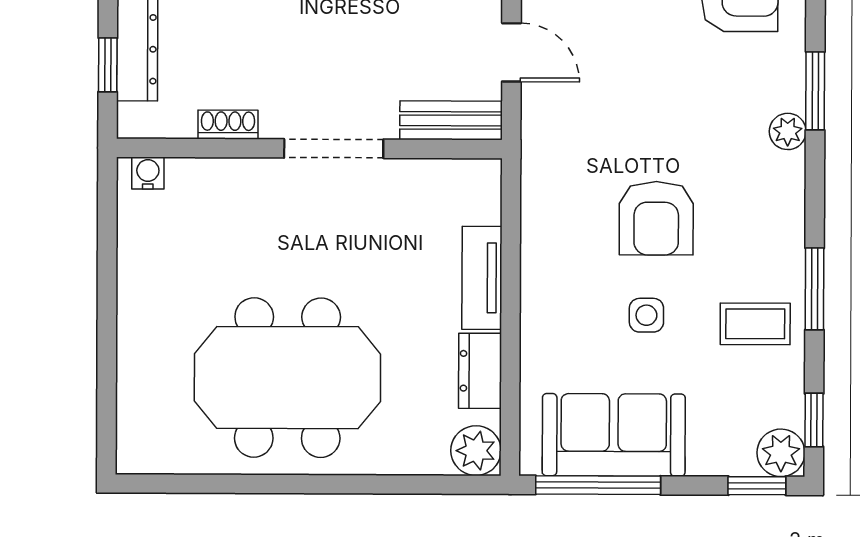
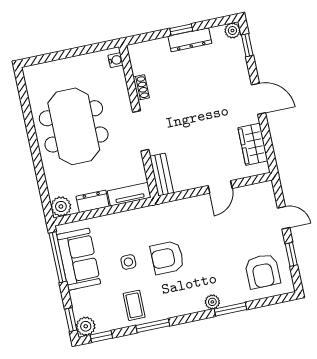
bench: (451, 120) -> (162, 175), moved
shoe rack: (228, 125) -> (141, 87), moved
wall: (309, 149) -> (139, 121), moved
doorway: (334, 149) -> (141, 131), moved
water cooler: (148, 173) -> (116, 60), moved

